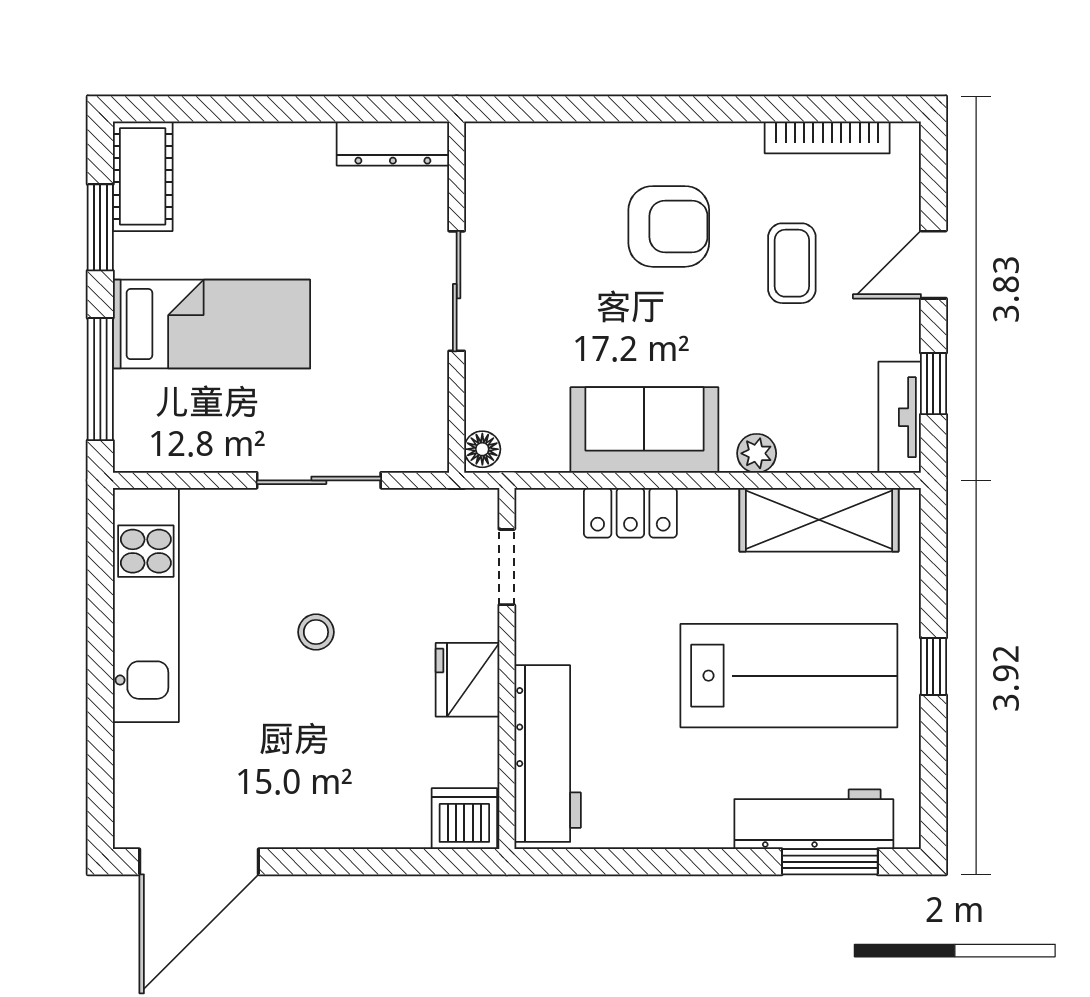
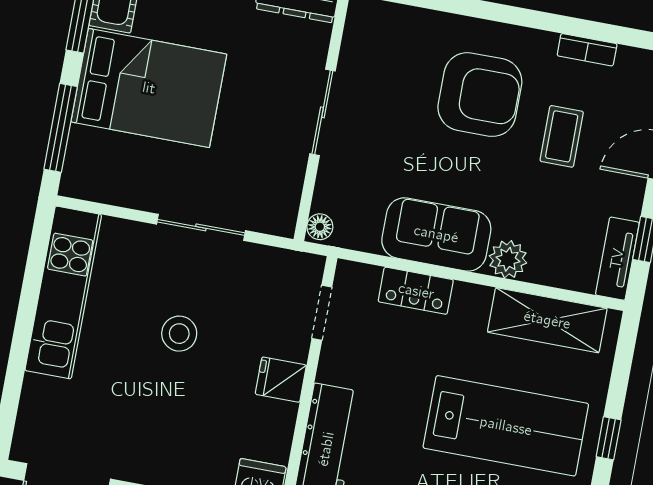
bookcase: (827, 137) -> (587, 50), width x0.64
armchair: (669, 226) -> (480, 95), width x1.36, depth x1.36
bed: (211, 324) -> (149, 88), width x1.50
plant: (757, 453) -> (508, 259), width x1.38, depth x1.38
stool: (316, 632) -> (179, 334), width x1.37, depth x1.37
fridge: (468, 680) -> (281, 380), width x0.72

